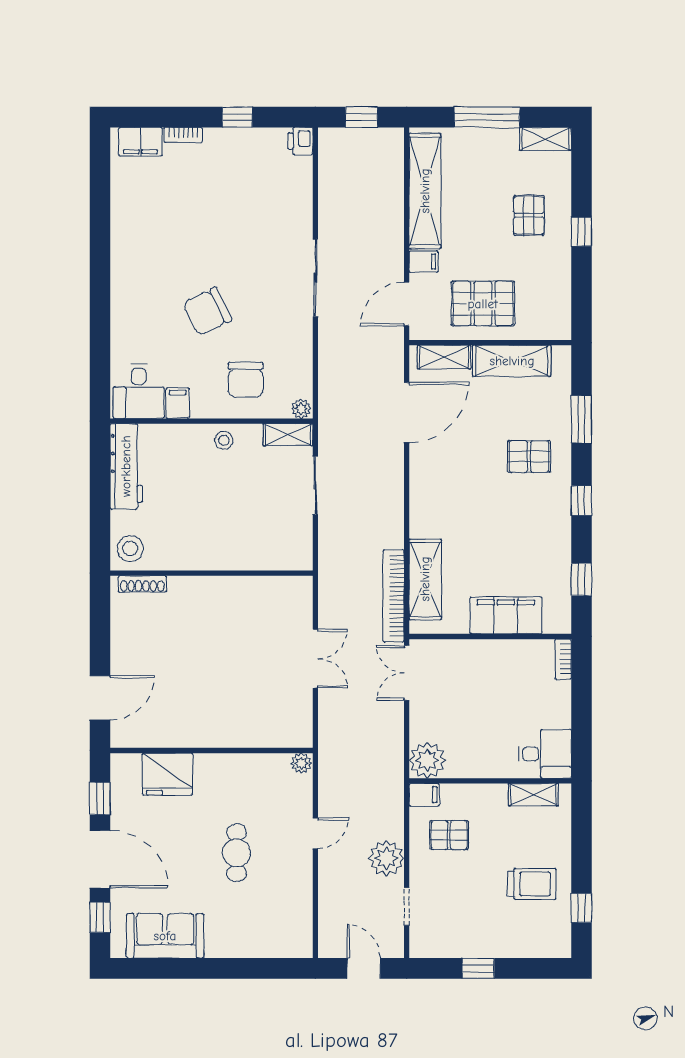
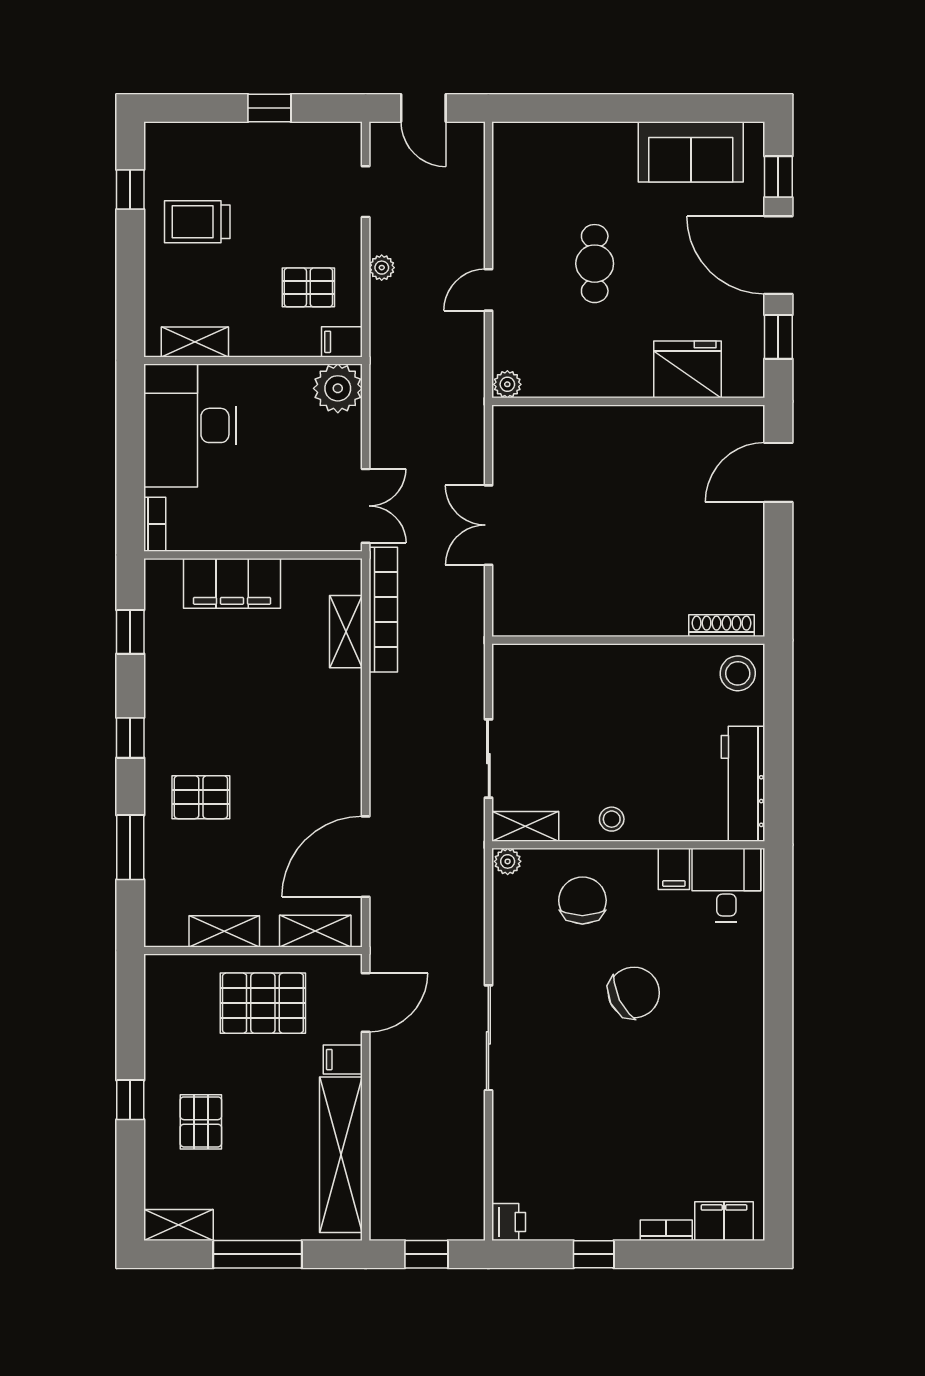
shelving: (512, 361) -> (224, 931), width x0.67, depth x0.75
shelving: (425, 579) -> (346, 632), width x0.67, depth x0.75
desk: (545, 754) -> (190, 425), width x1.87, depth x1.30
plant: (386, 858) -> (382, 268), width x0.53, depth x0.53

